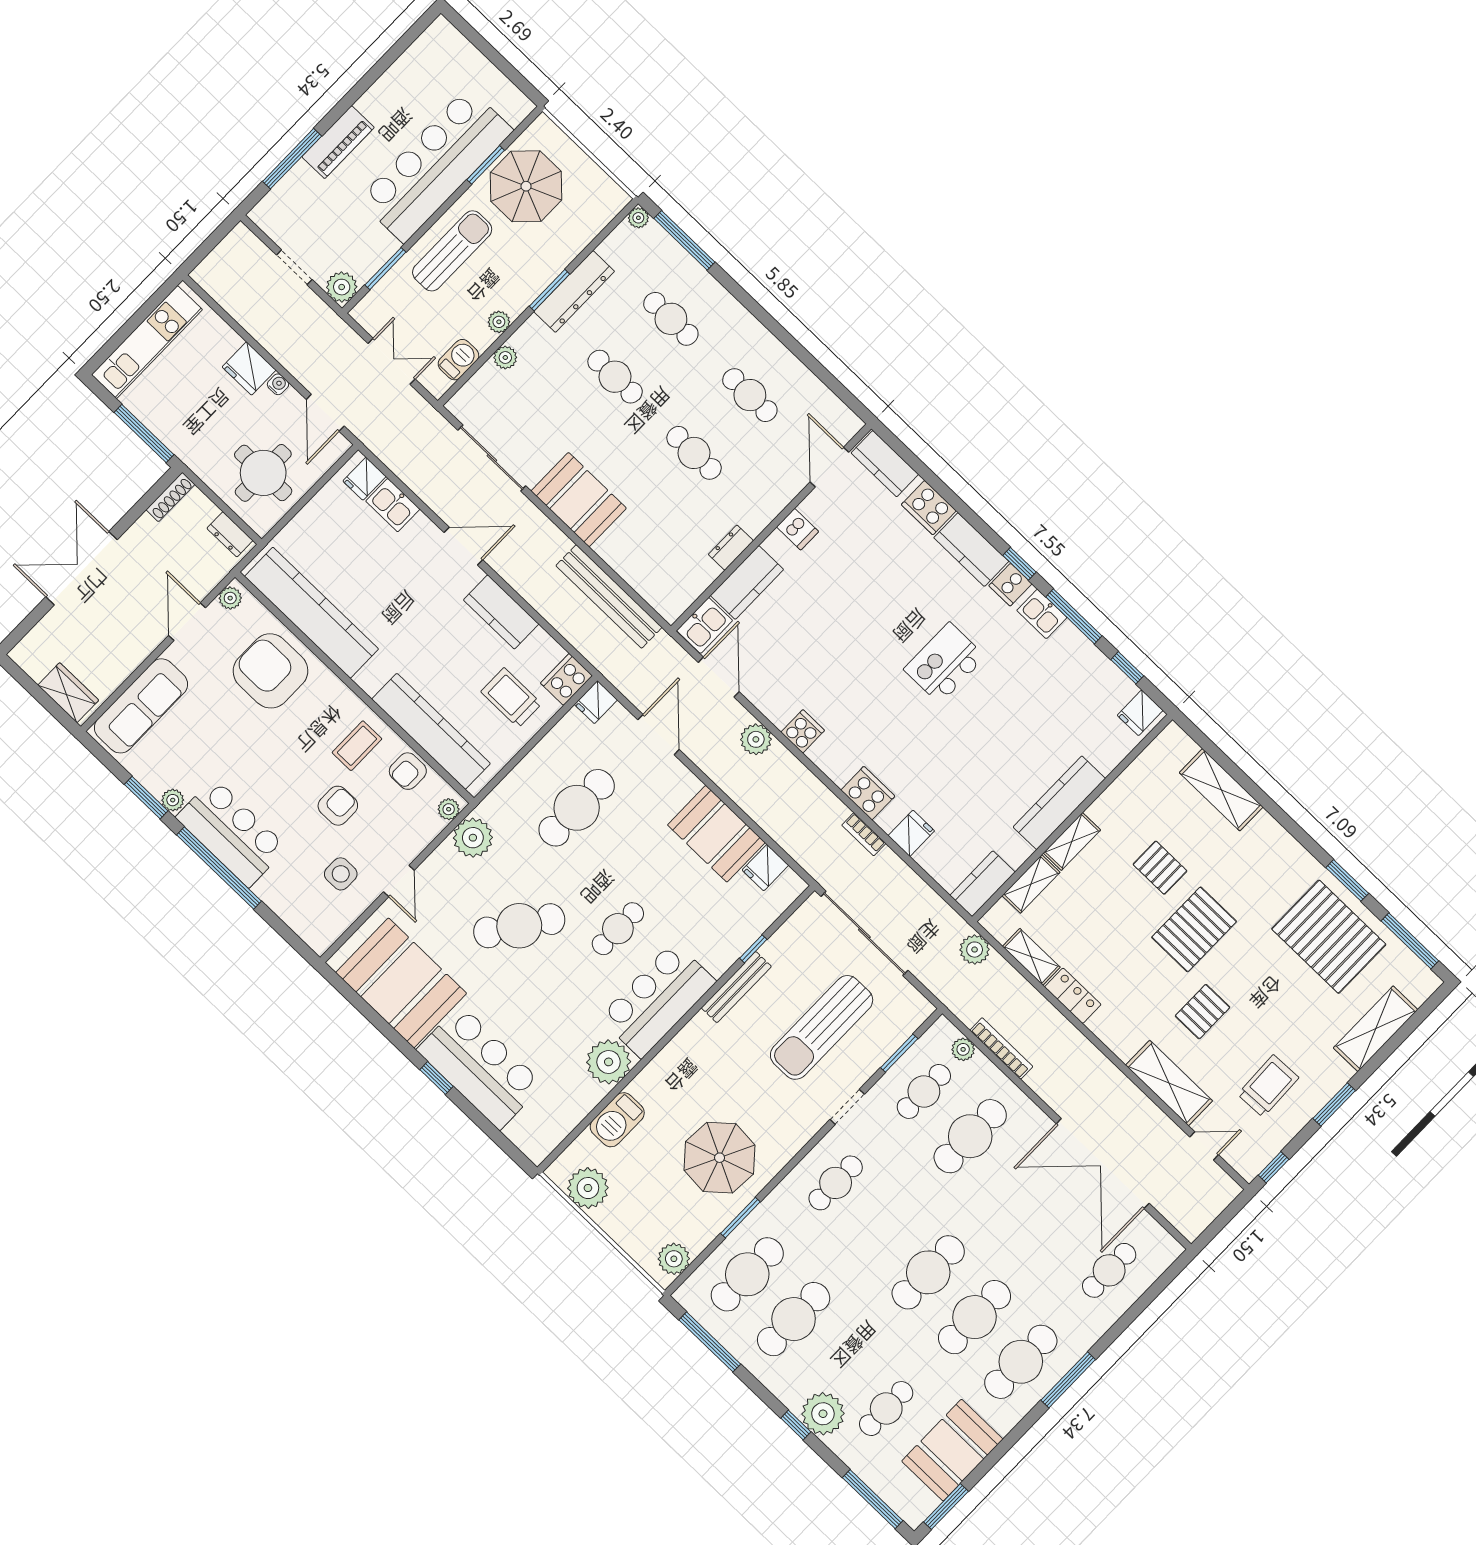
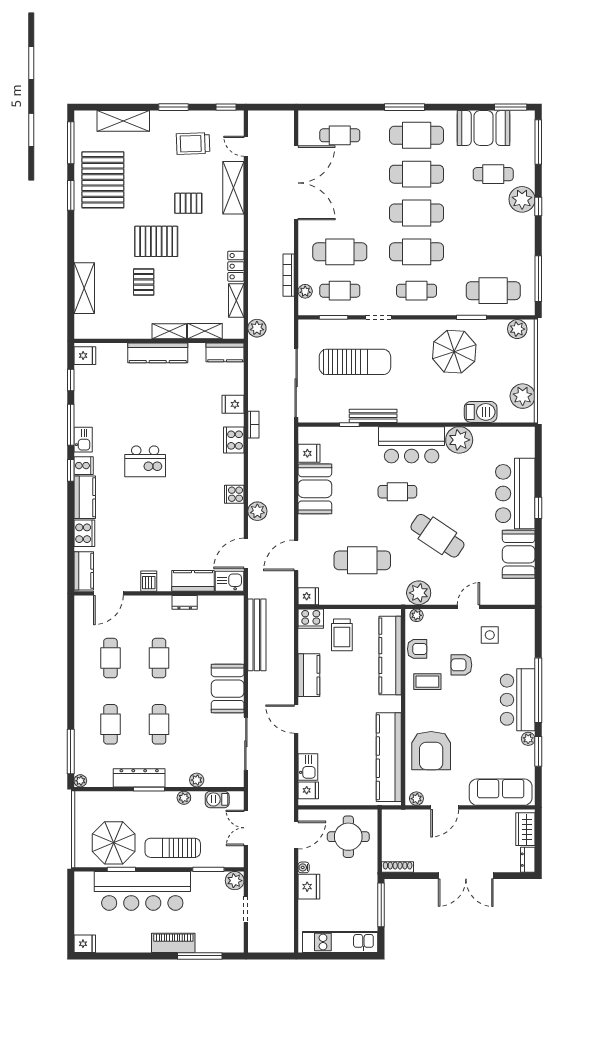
fridge: (439, 36) -> (85, 944), added
dresser: (230, 534) -> (528, 860), moved, turned 180
booth: (401, 983) -> (519, 554), width x0.73, depth x0.70
cafe table: (794, 1319) -> (417, 252), moved

